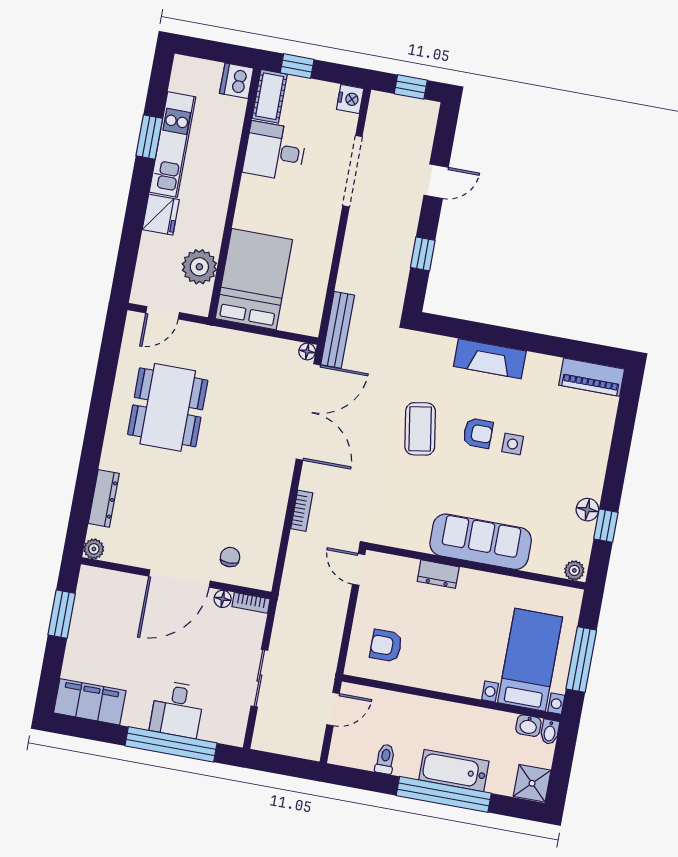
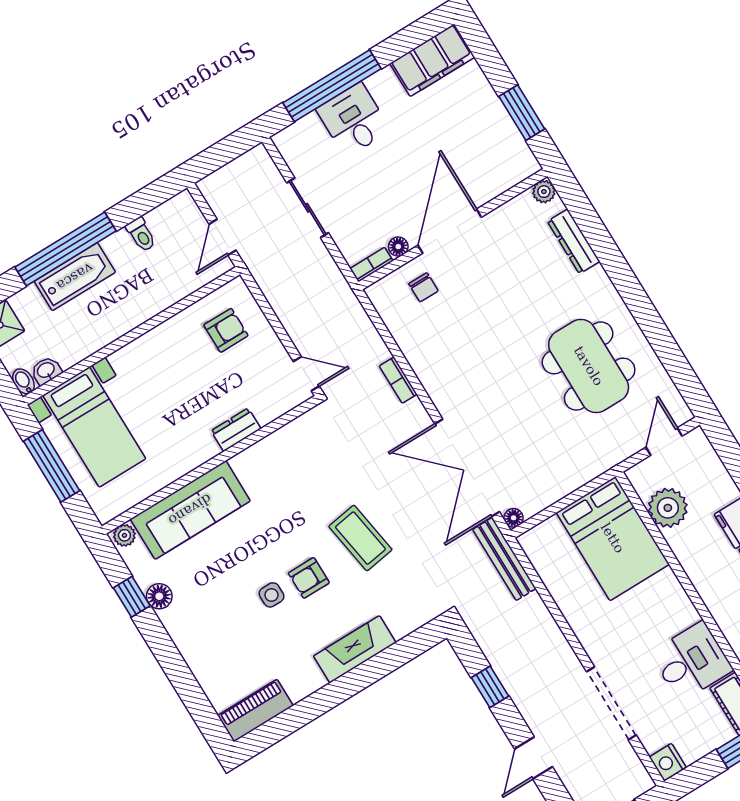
sofa: (481, 542) -> (190, 510), moved

